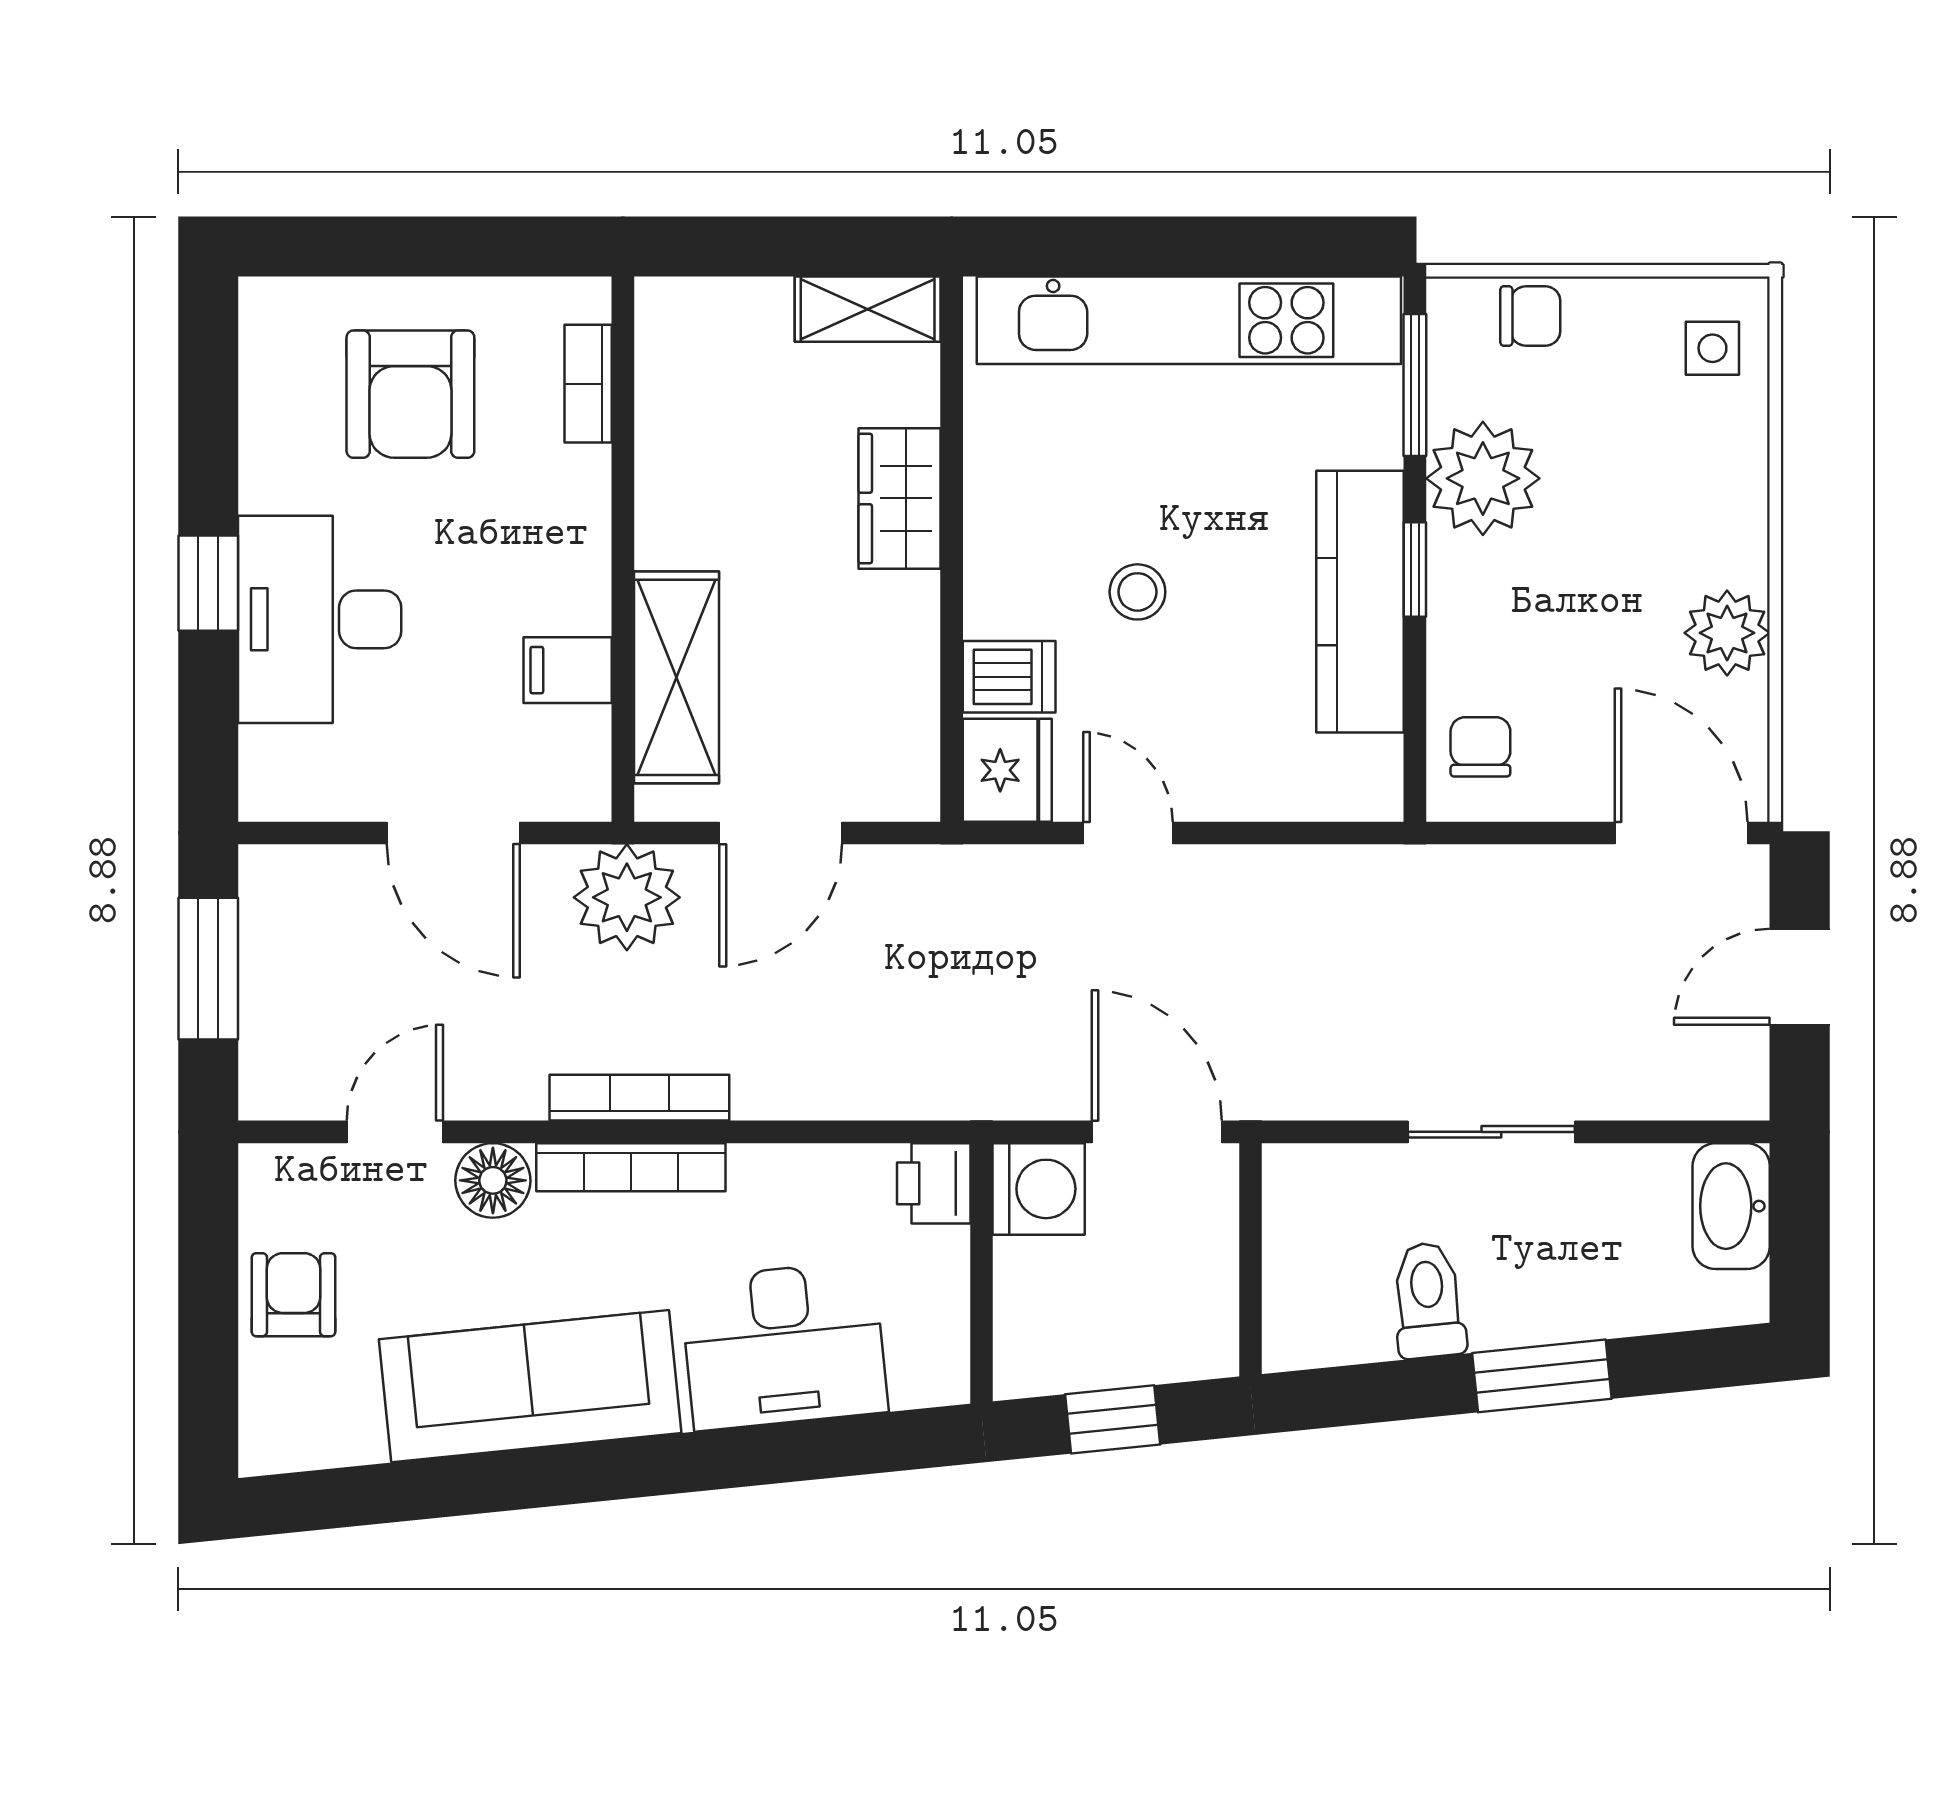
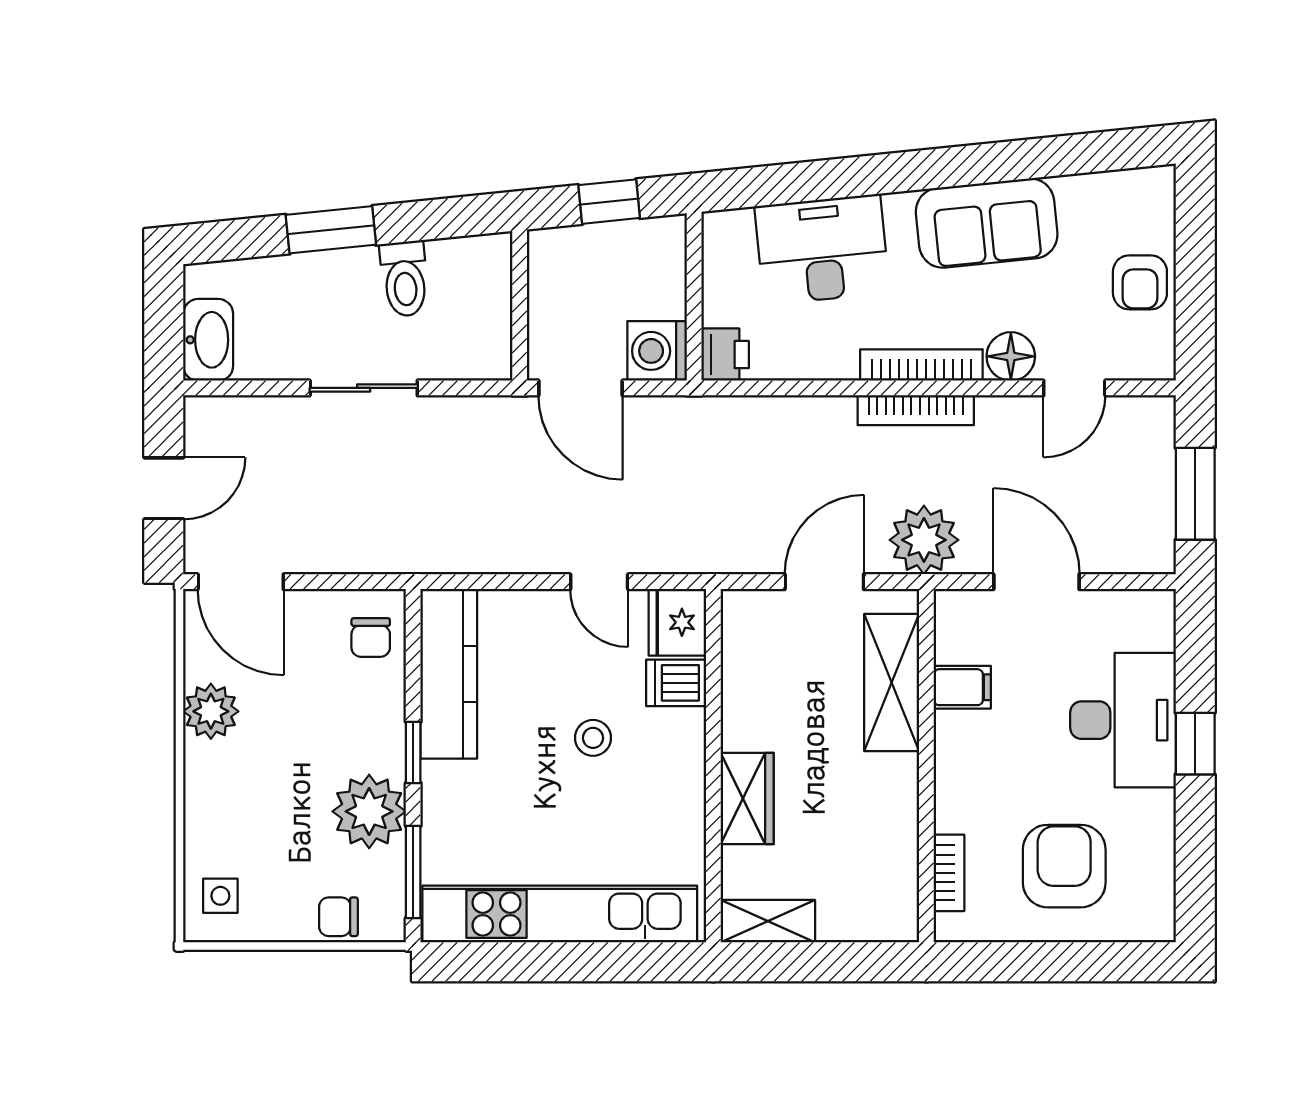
kitchen counter: (1360, 602) -> (449, 674), moved
sofa: (530, 1386) -> (987, 223), width x0.73

